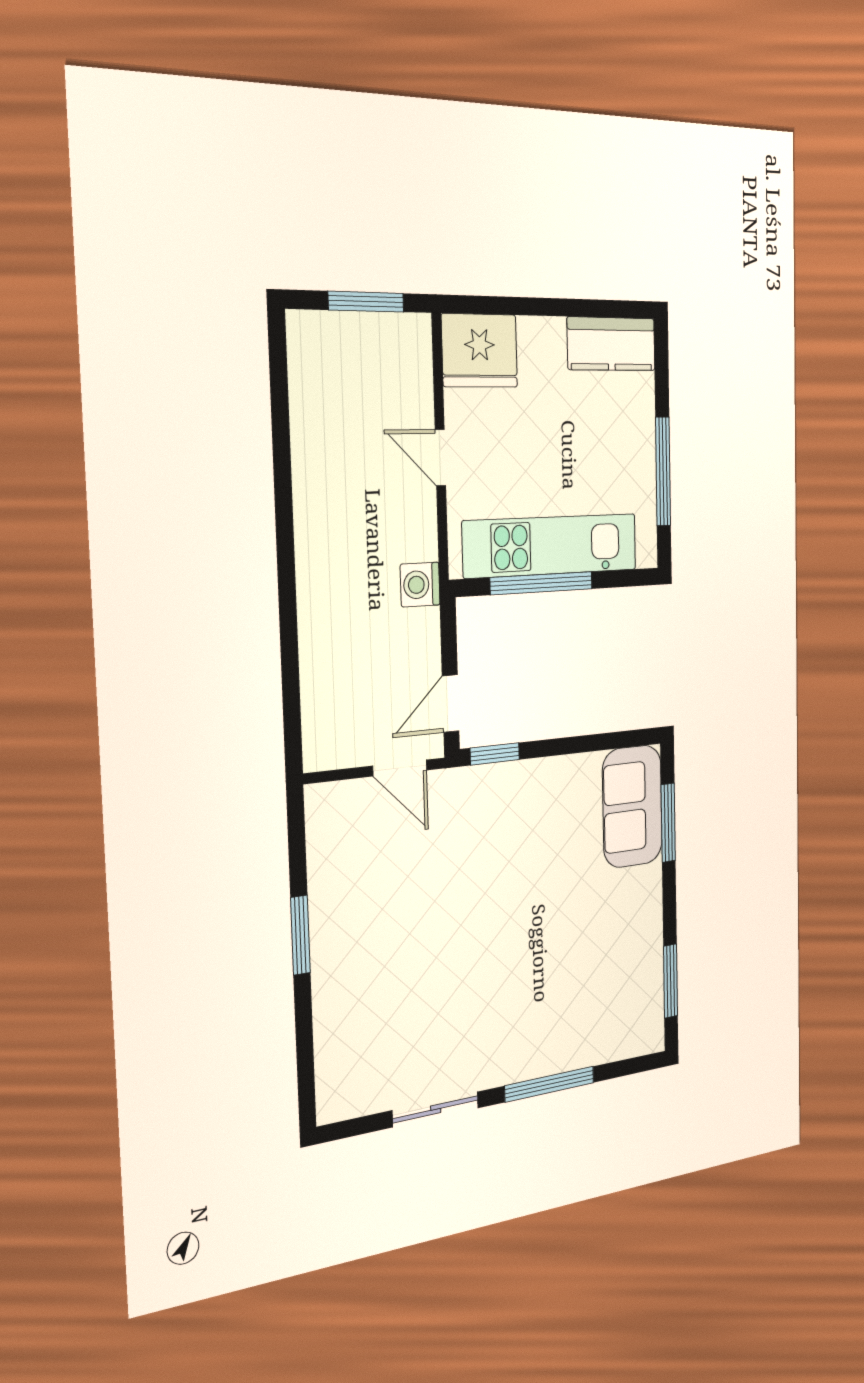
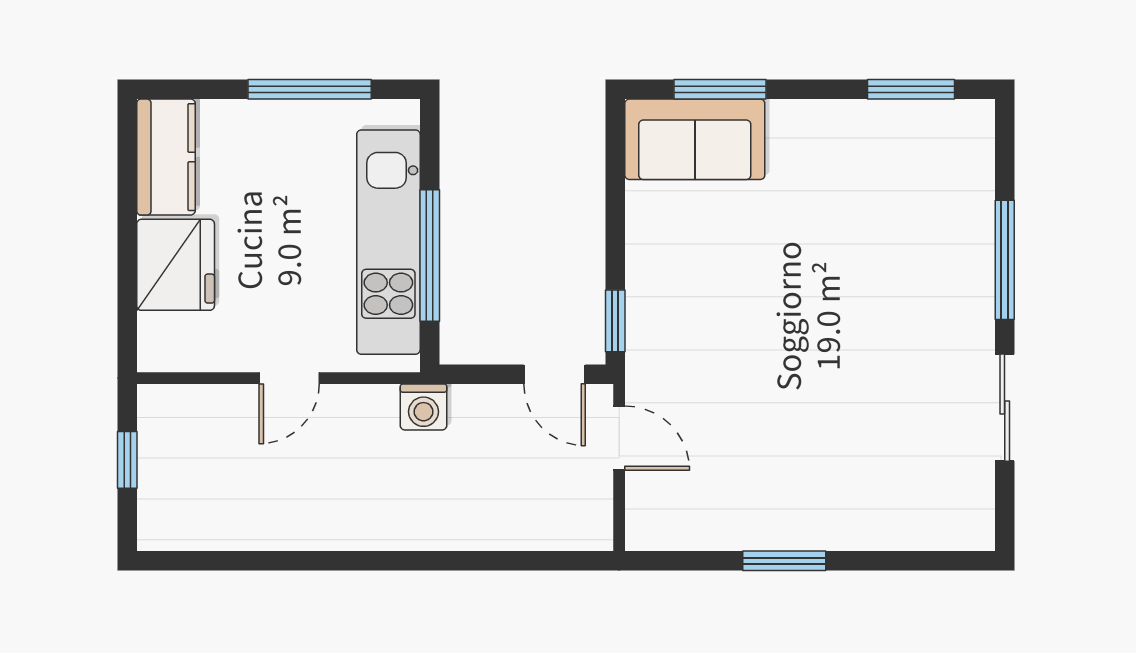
window: (366, 302) -> (127, 460), width x0.67
fridge: (480, 351) -> (176, 265), moved
door: (400, 768) -> (619, 438), hinge flipped

